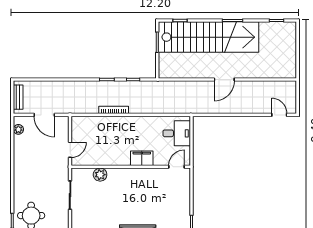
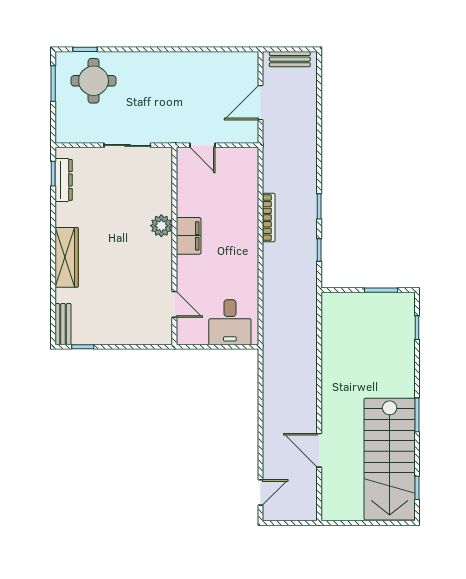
stairs: (209, 37) -> (390, 459), moved, width x0.73
door: (224, 80) -> (319, 450), moved
plant: (18, 129) -> (236, 60), removed
filing cabinet: (142, 158) -> (189, 236), moved
door: (176, 167) -> (174, 304), moved
plant: (100, 175) -> (161, 226), moved

